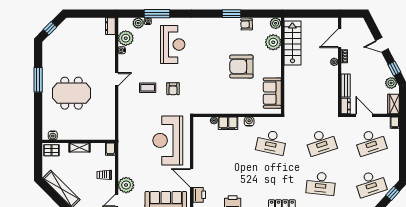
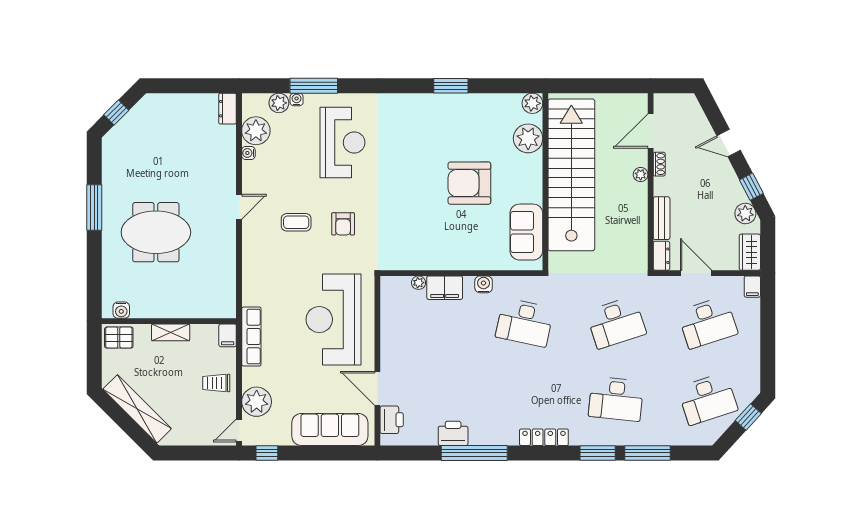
armchair: (247, 24) -> (479, 105), removed
stairs: (292, 43) -> (571, 175), width x1.86, depth x1.51
row of seats: (123, 150) -> (251, 336), added

